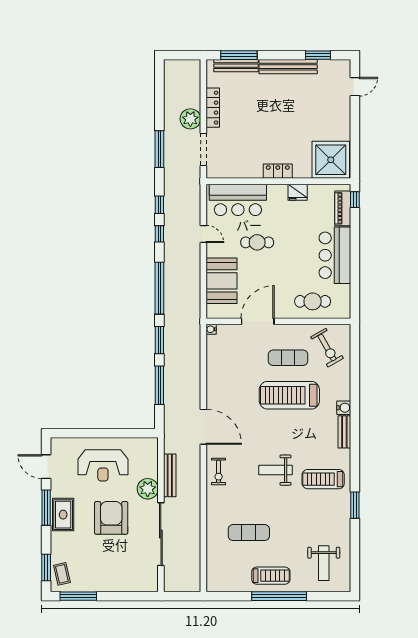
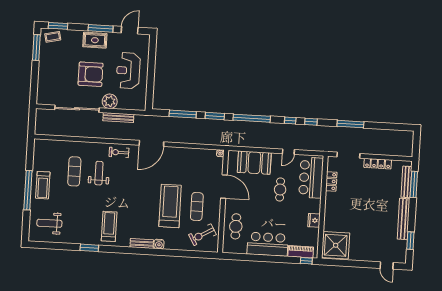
plant: (190, 119) -> (371, 147), removed
locker: (278, 171) -> (331, 181), moved
weight bench: (276, 470) -> (99, 173), moved

